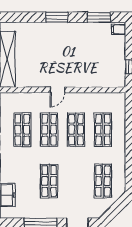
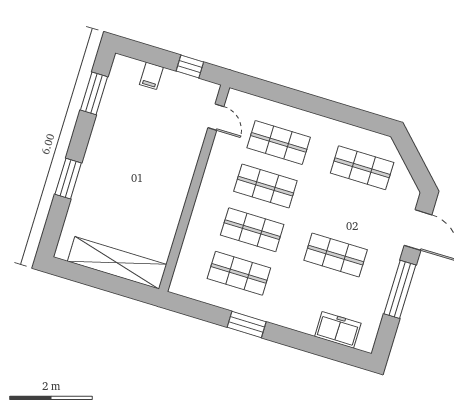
window: (57, 17) -> (68, 179), moved
filing cabinet: (119, 30) -> (151, 76), moved
door: (57, 90) -> (216, 117), moved

